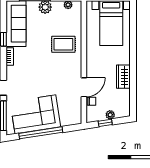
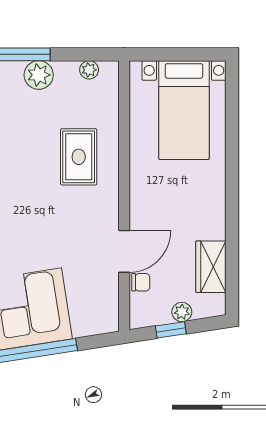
rug: (63, 44) -> (79, 157), turned 90
wardrobe: (123, 77) -> (211, 267), moved

